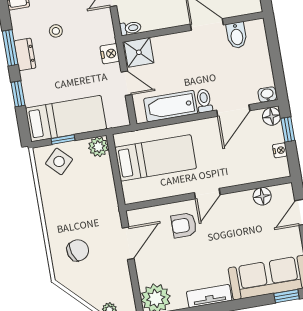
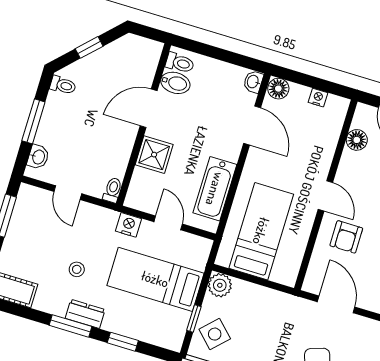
shower: (139, 52) -> (154, 155), moved
door: (126, 83) -> (168, 223), hinge flipped
toilet: (204, 101) -> (180, 63), moved, turned 180
bed: (66, 119) -> (155, 279), moved, turned -90
window: (288, 129) -> (300, 78), removed

